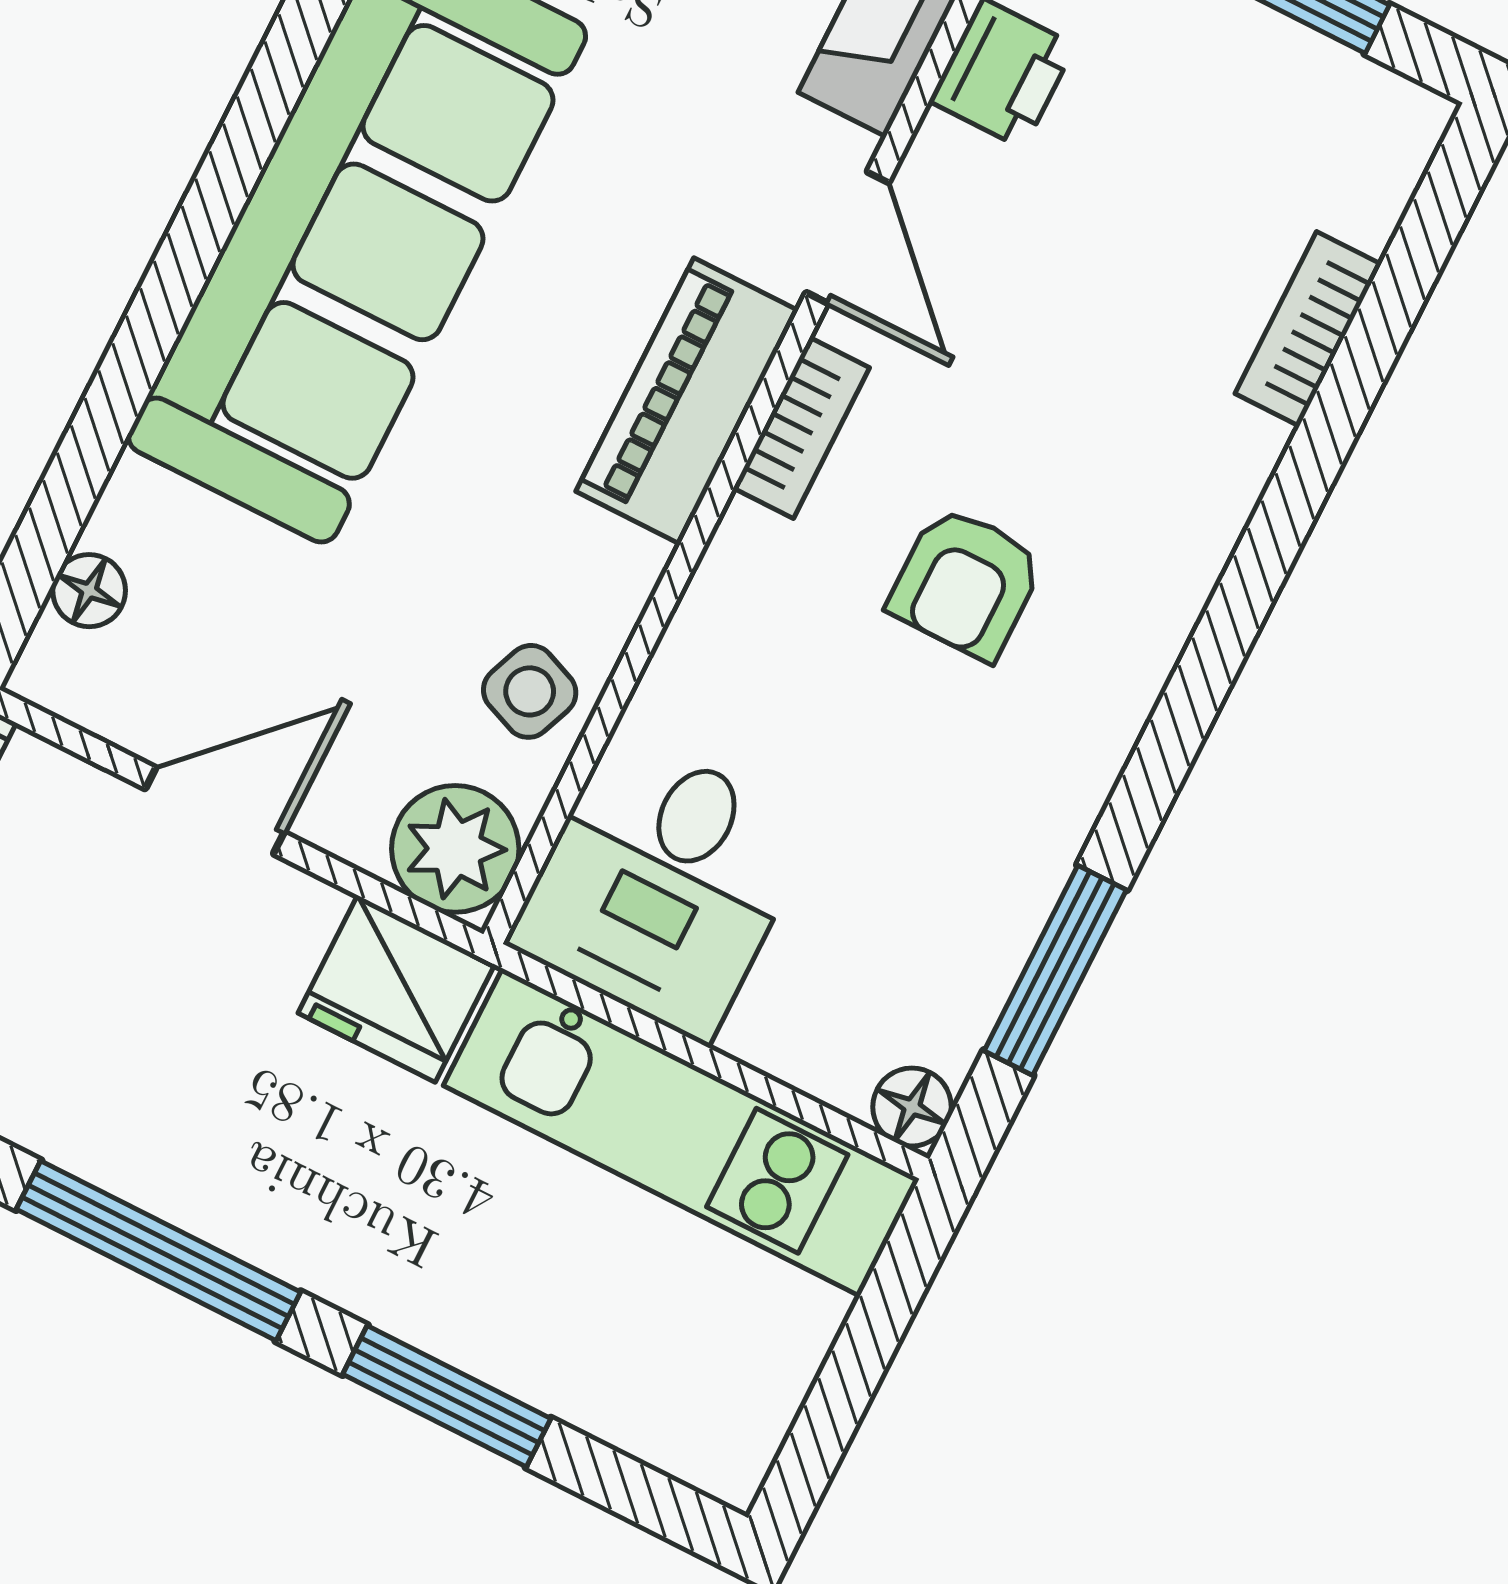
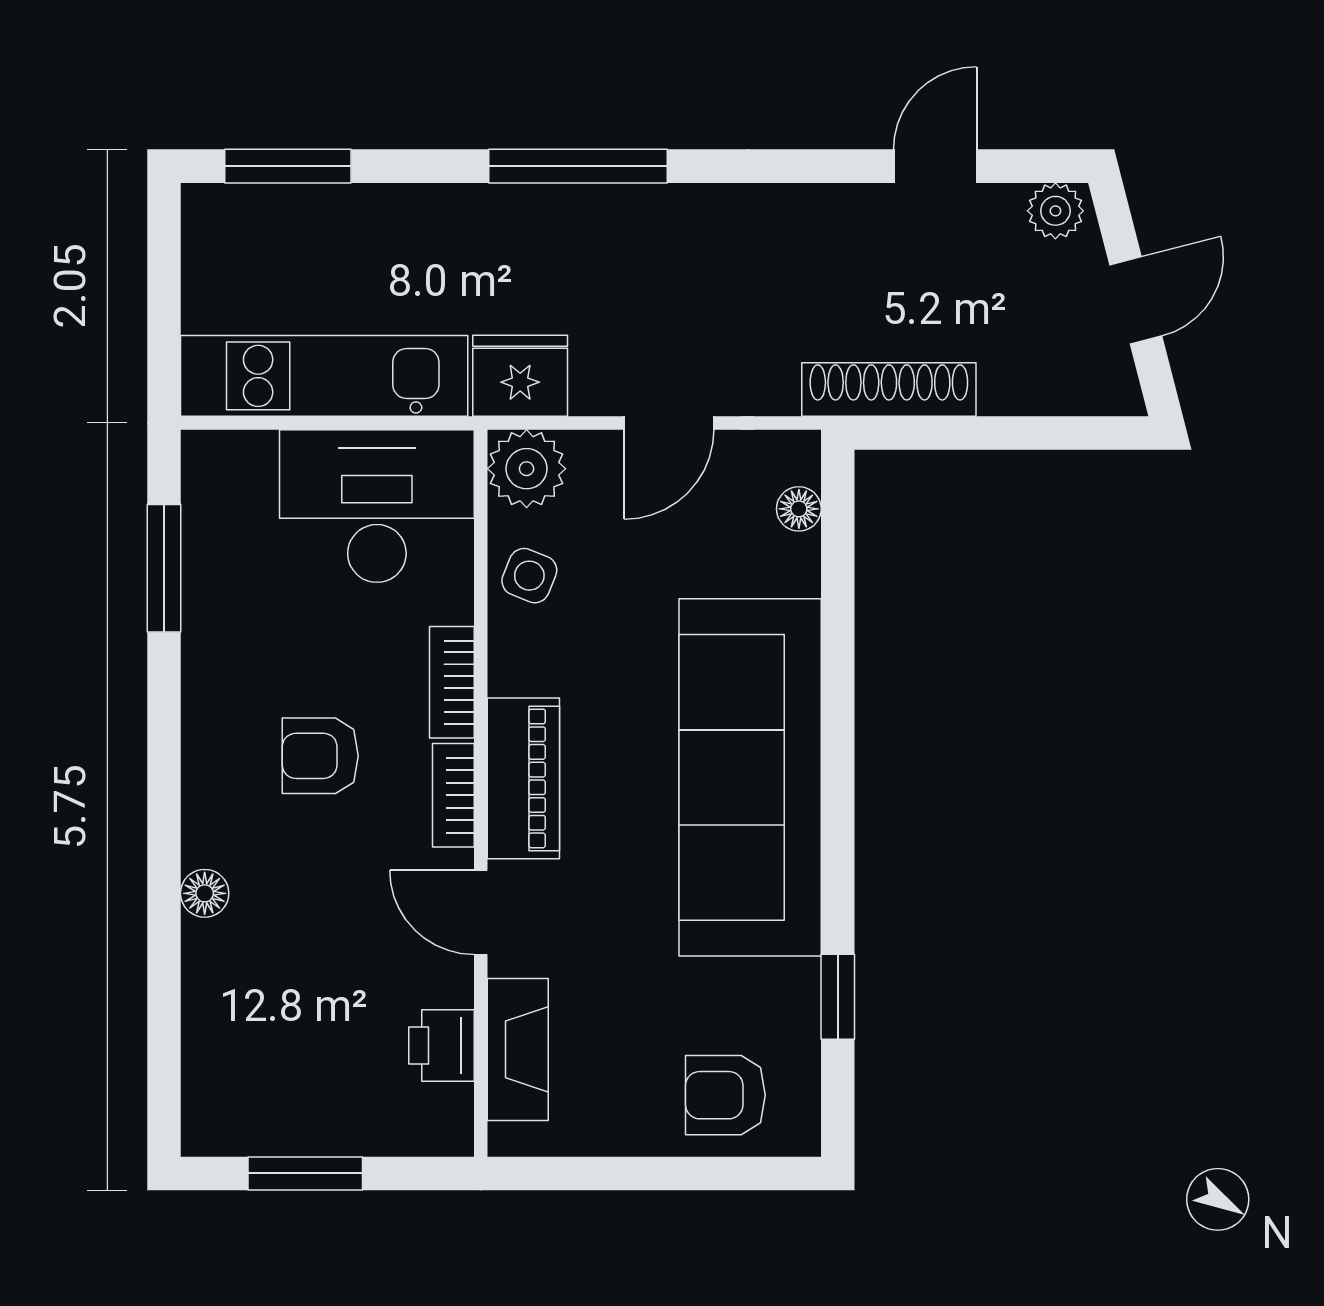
bookcase: (1308, 329) -> (452, 682), moved, turned 180
armchair: (966, 583) -> (320, 756), turned -90
desk: (662, 885) -> (377, 506), width x1.37
floor lamp: (912, 1107) -> (205, 893), moved
window: (447, 1396) -> (288, 166), moved

